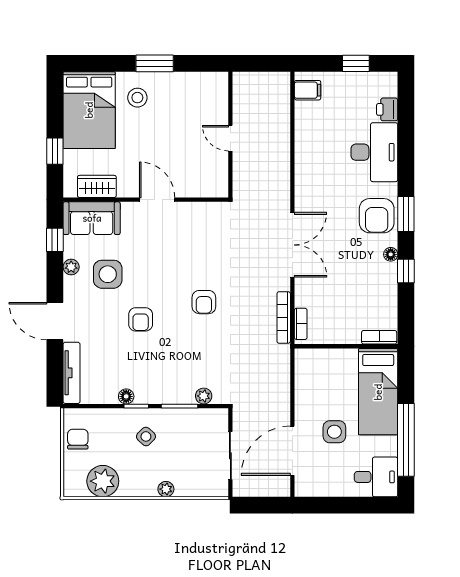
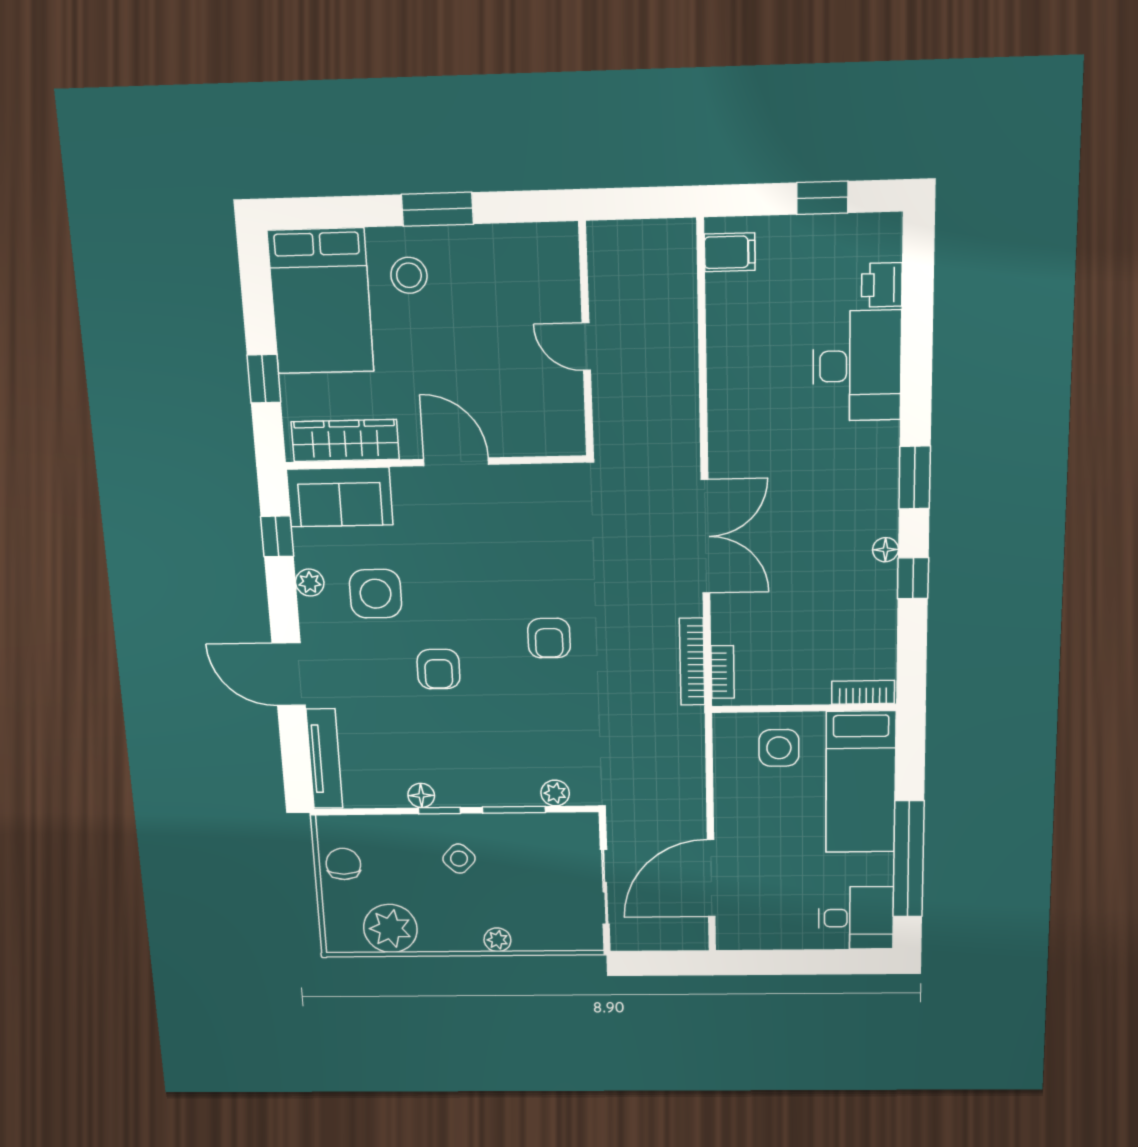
wardrobe: (97, 186) -> (345, 441), width x1.50
armchair: (377, 216) -> (860, 482), removed
side table: (334, 432) -> (779, 748), moved

